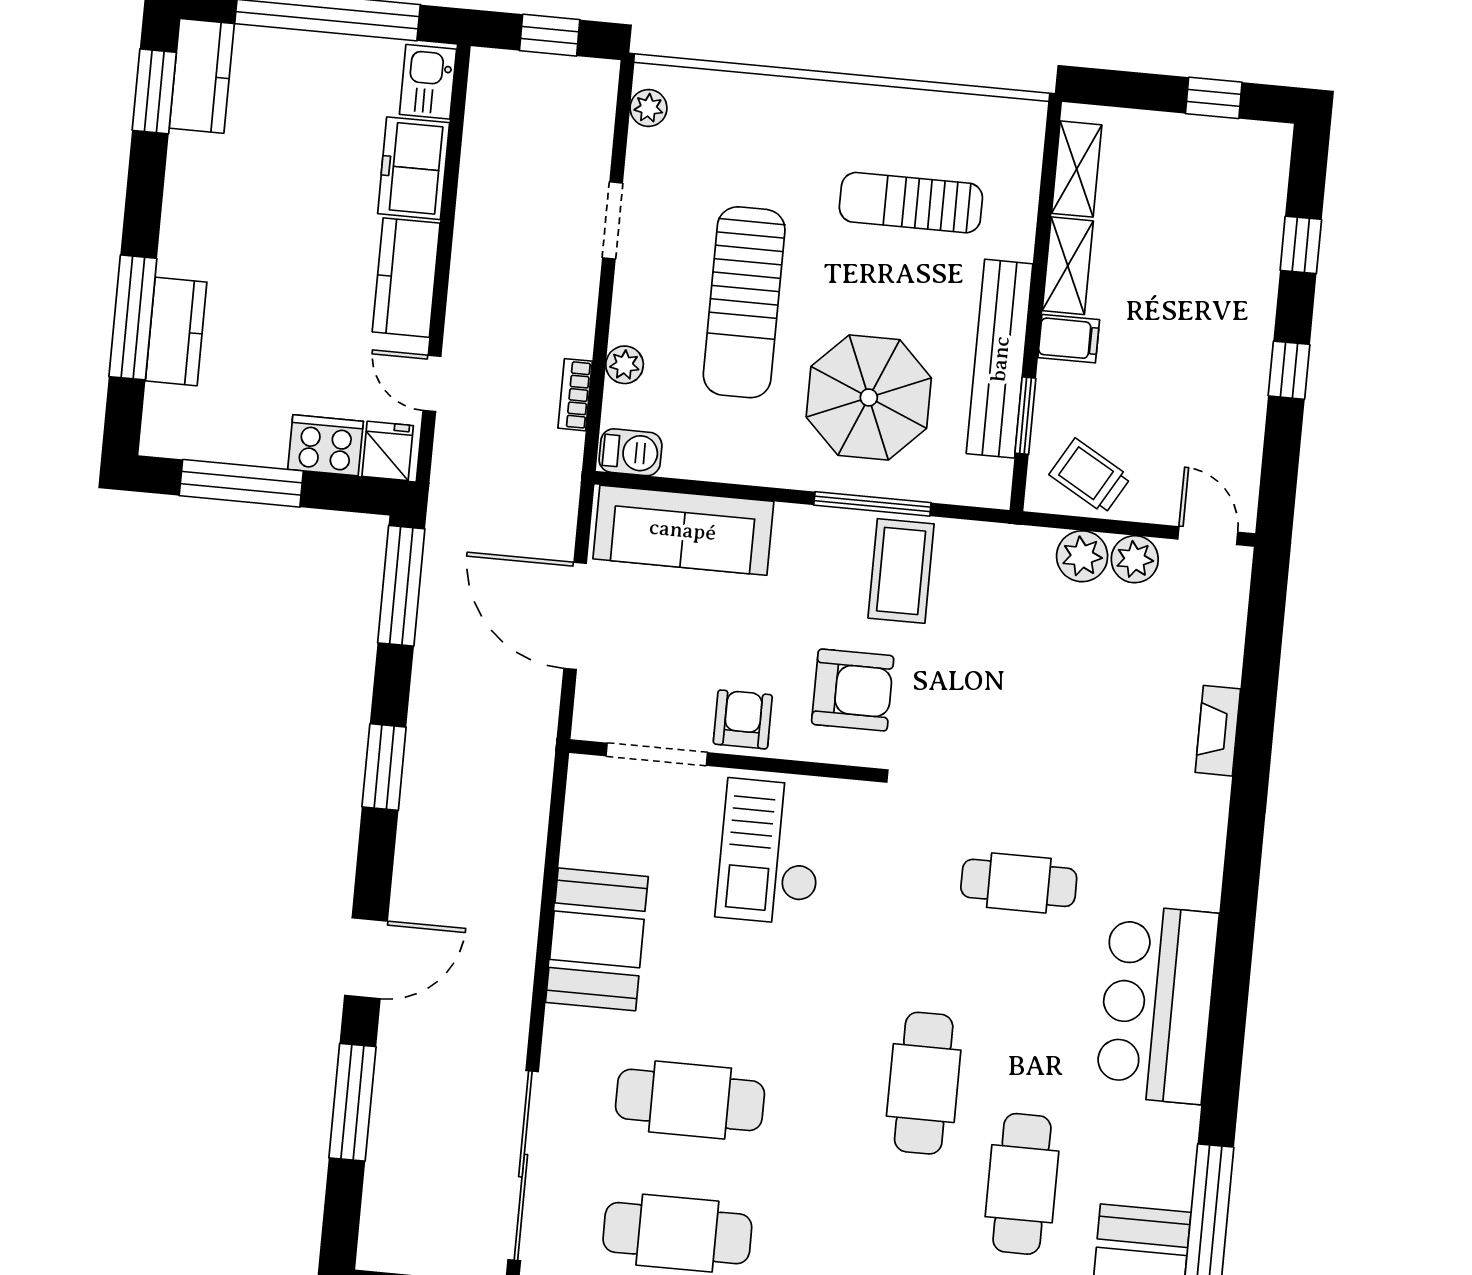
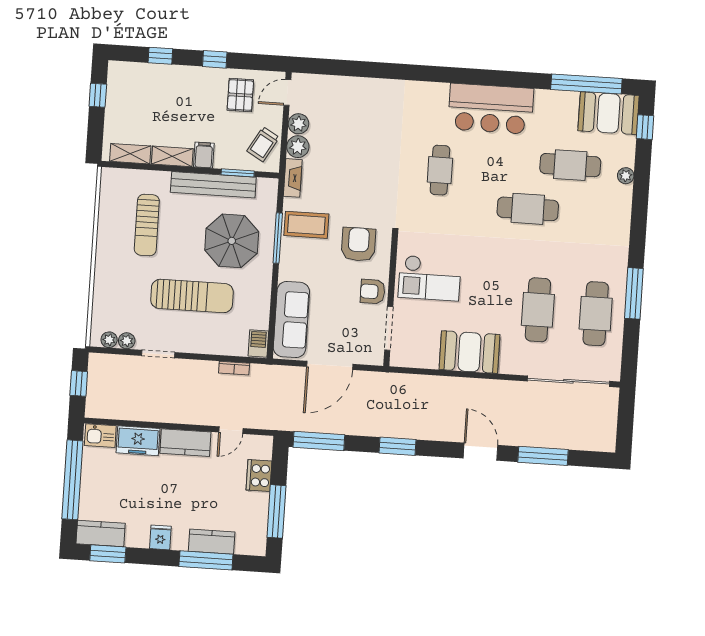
plant: (625, 365) -> (127, 341), moved
pallet: (1205, 427) -> (240, 95), added
fridge: (388, 451) -> (160, 537), moved, turned 90
fireplace: (1218, 731) -> (293, 178), moved, turned -90

